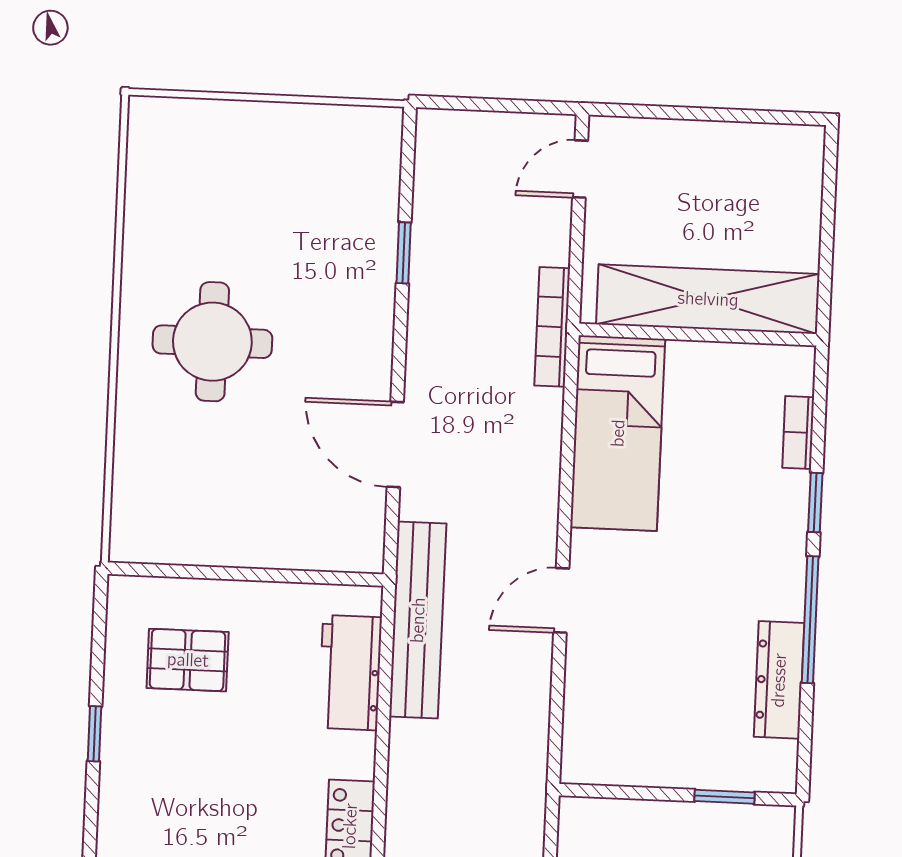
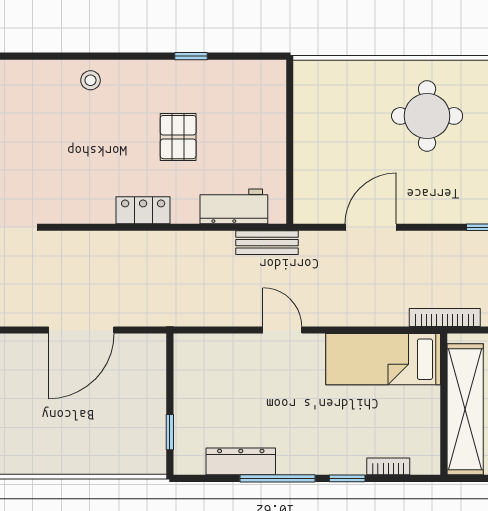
bench: (418, 620) -> (267, 243), width x0.54, depth x0.82
pallet: (188, 660) -> (178, 137), moved

